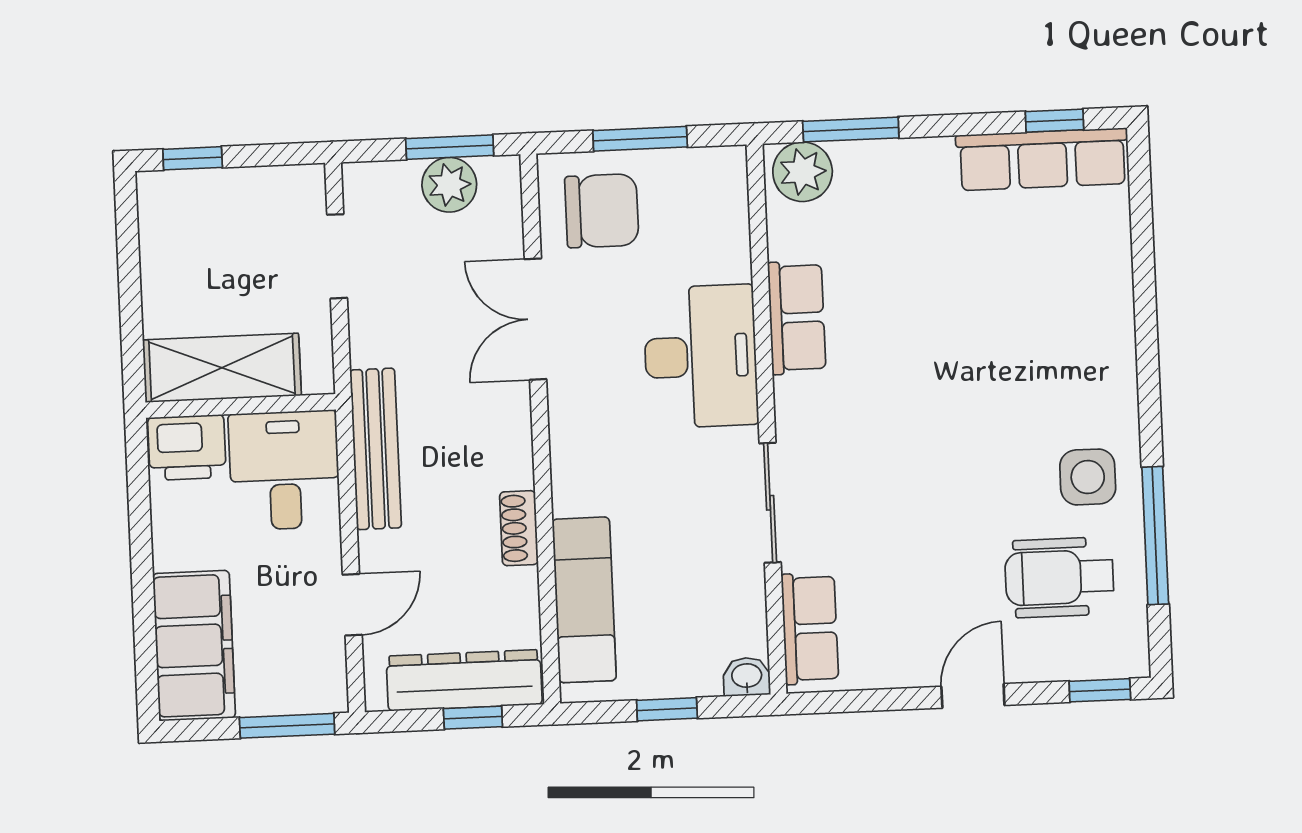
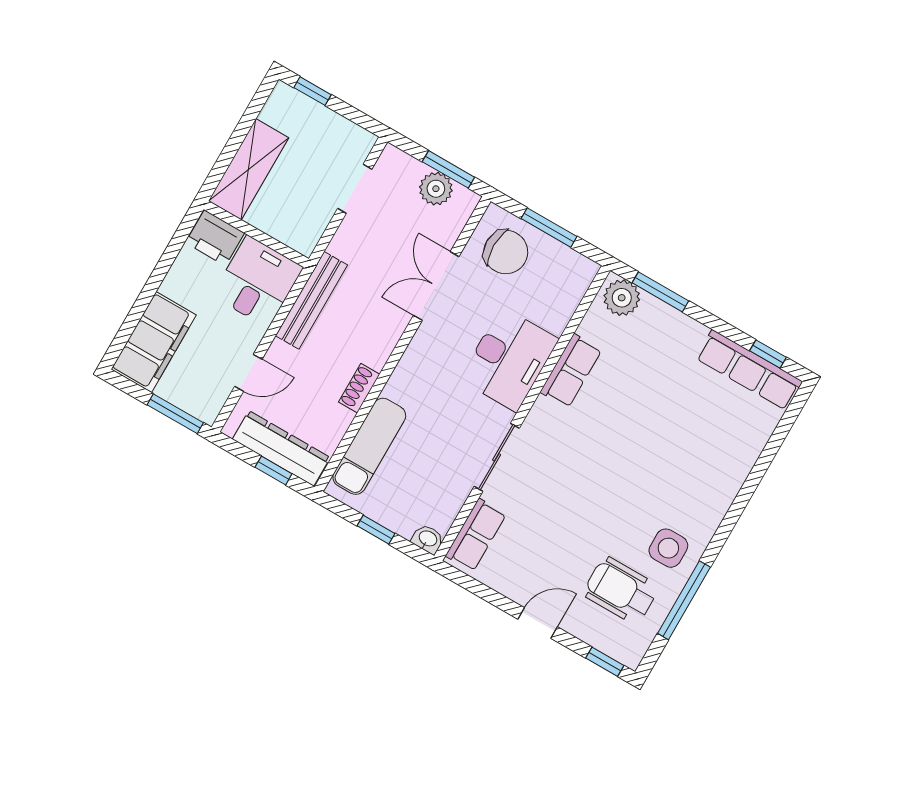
shelving: (222, 368) -> (249, 169), moved, turned 90

